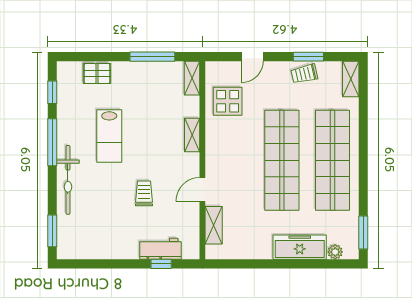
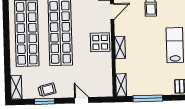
door: (252, 57) -> (82, 100), hinge flipped
display table: (228, 101) -> (100, 42), moved

